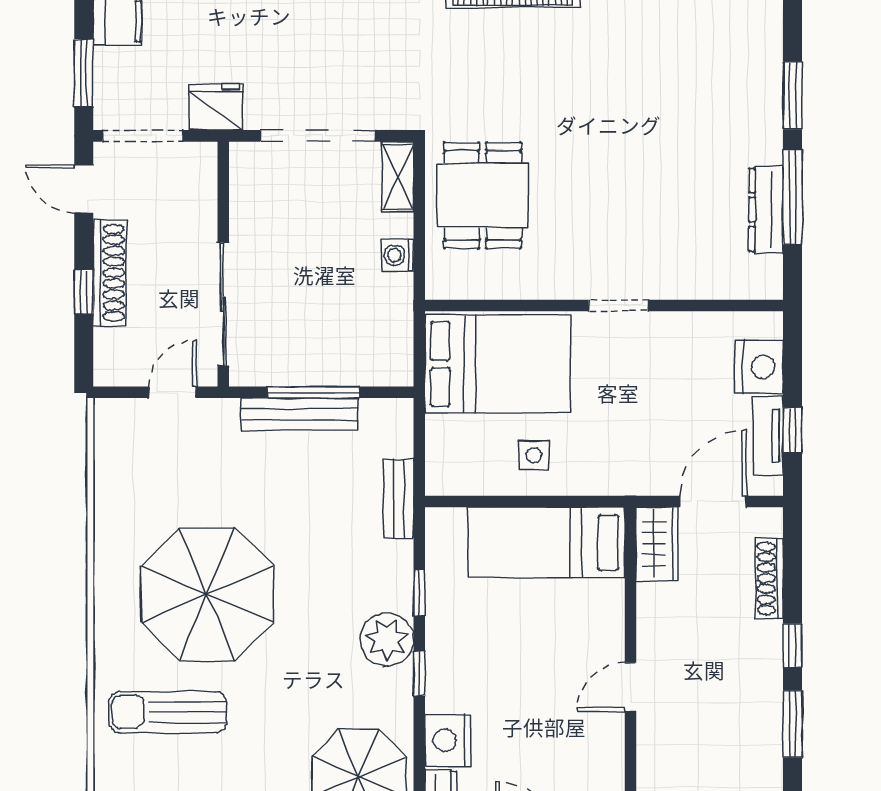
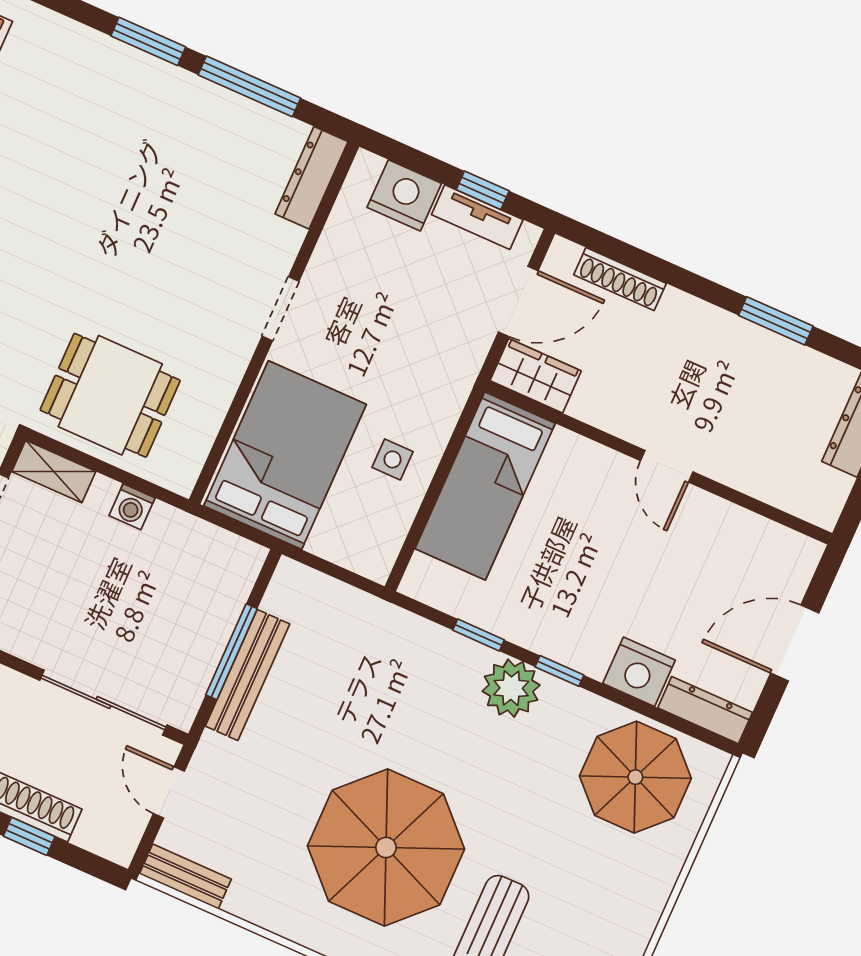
dresser: (766, 210) -> (312, 178), moved, turned 90
bench: (399, 499) -> (185, 877), moved
door: (713, 502) -> (518, 301), swing flipped
window: (793, 646) -> (697, 286), removed

